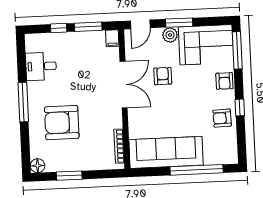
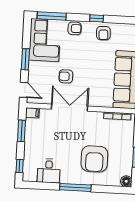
window: (59, 28) -> (20, 166), moved
plant: (170, 35) -> (34, 67), removed

